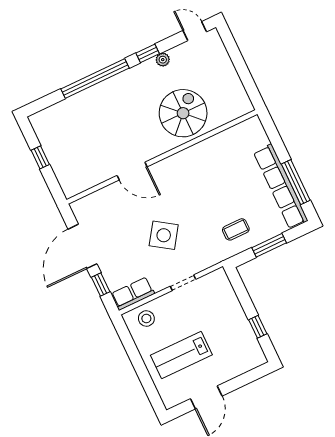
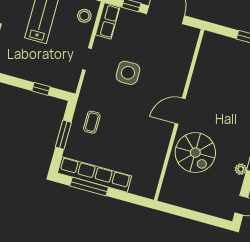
door: (132, 171) -> (180, 111), moved
side table: (164, 235) -> (128, 73), turned -34
window: (258, 327) -> (41, 89), moved

